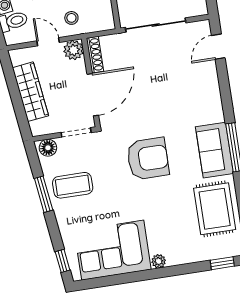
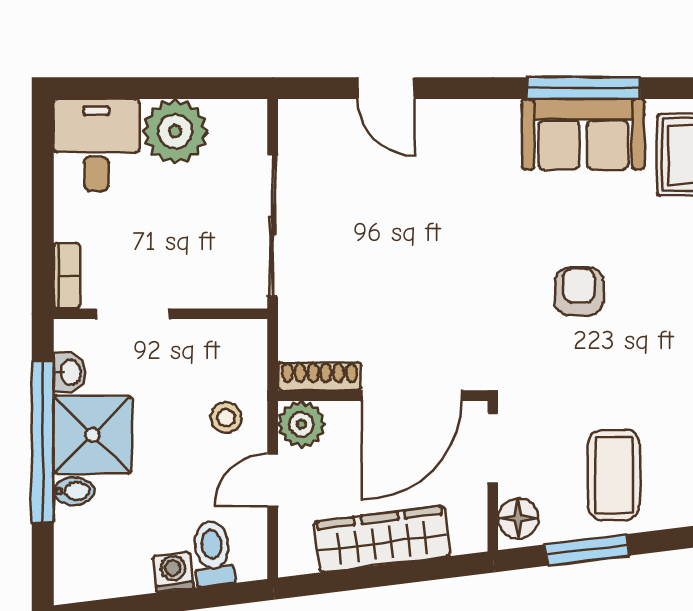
door: (218, 47) -> (386, 88), moved
door: (93, 95) -> (411, 396), swing flipped
armchair: (148, 159) -> (579, 291), width x0.53, depth x0.53
window: (44, 194) -> (587, 550), moved

